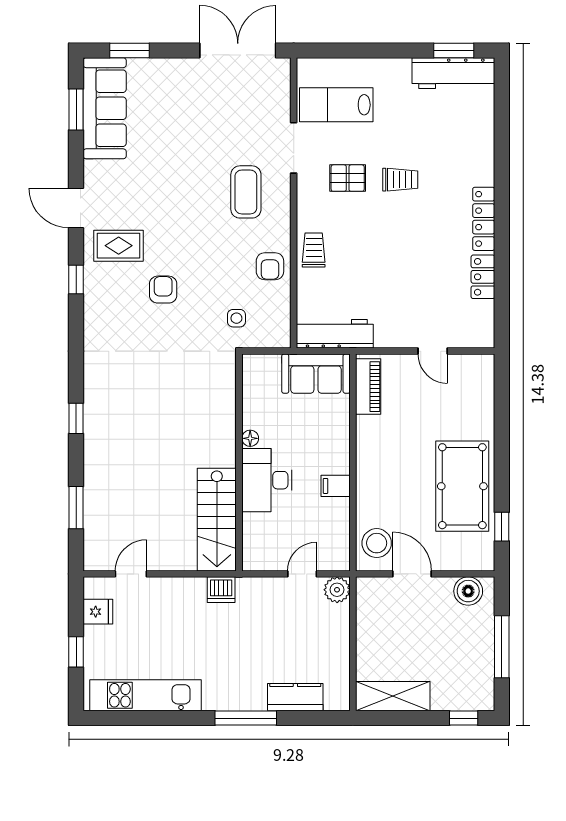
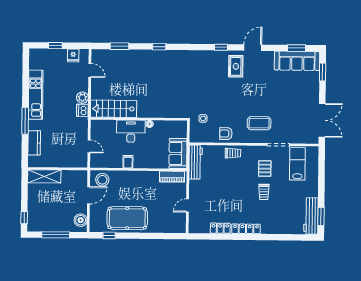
armchair: (163, 290) -> (216, 86), removed
plant: (337, 590) -> (82, 98), moved
kitchen unit: (145, 695) -> (36, 95), moved
shelving: (393, 696) -> (44, 176), moved, turned 90

